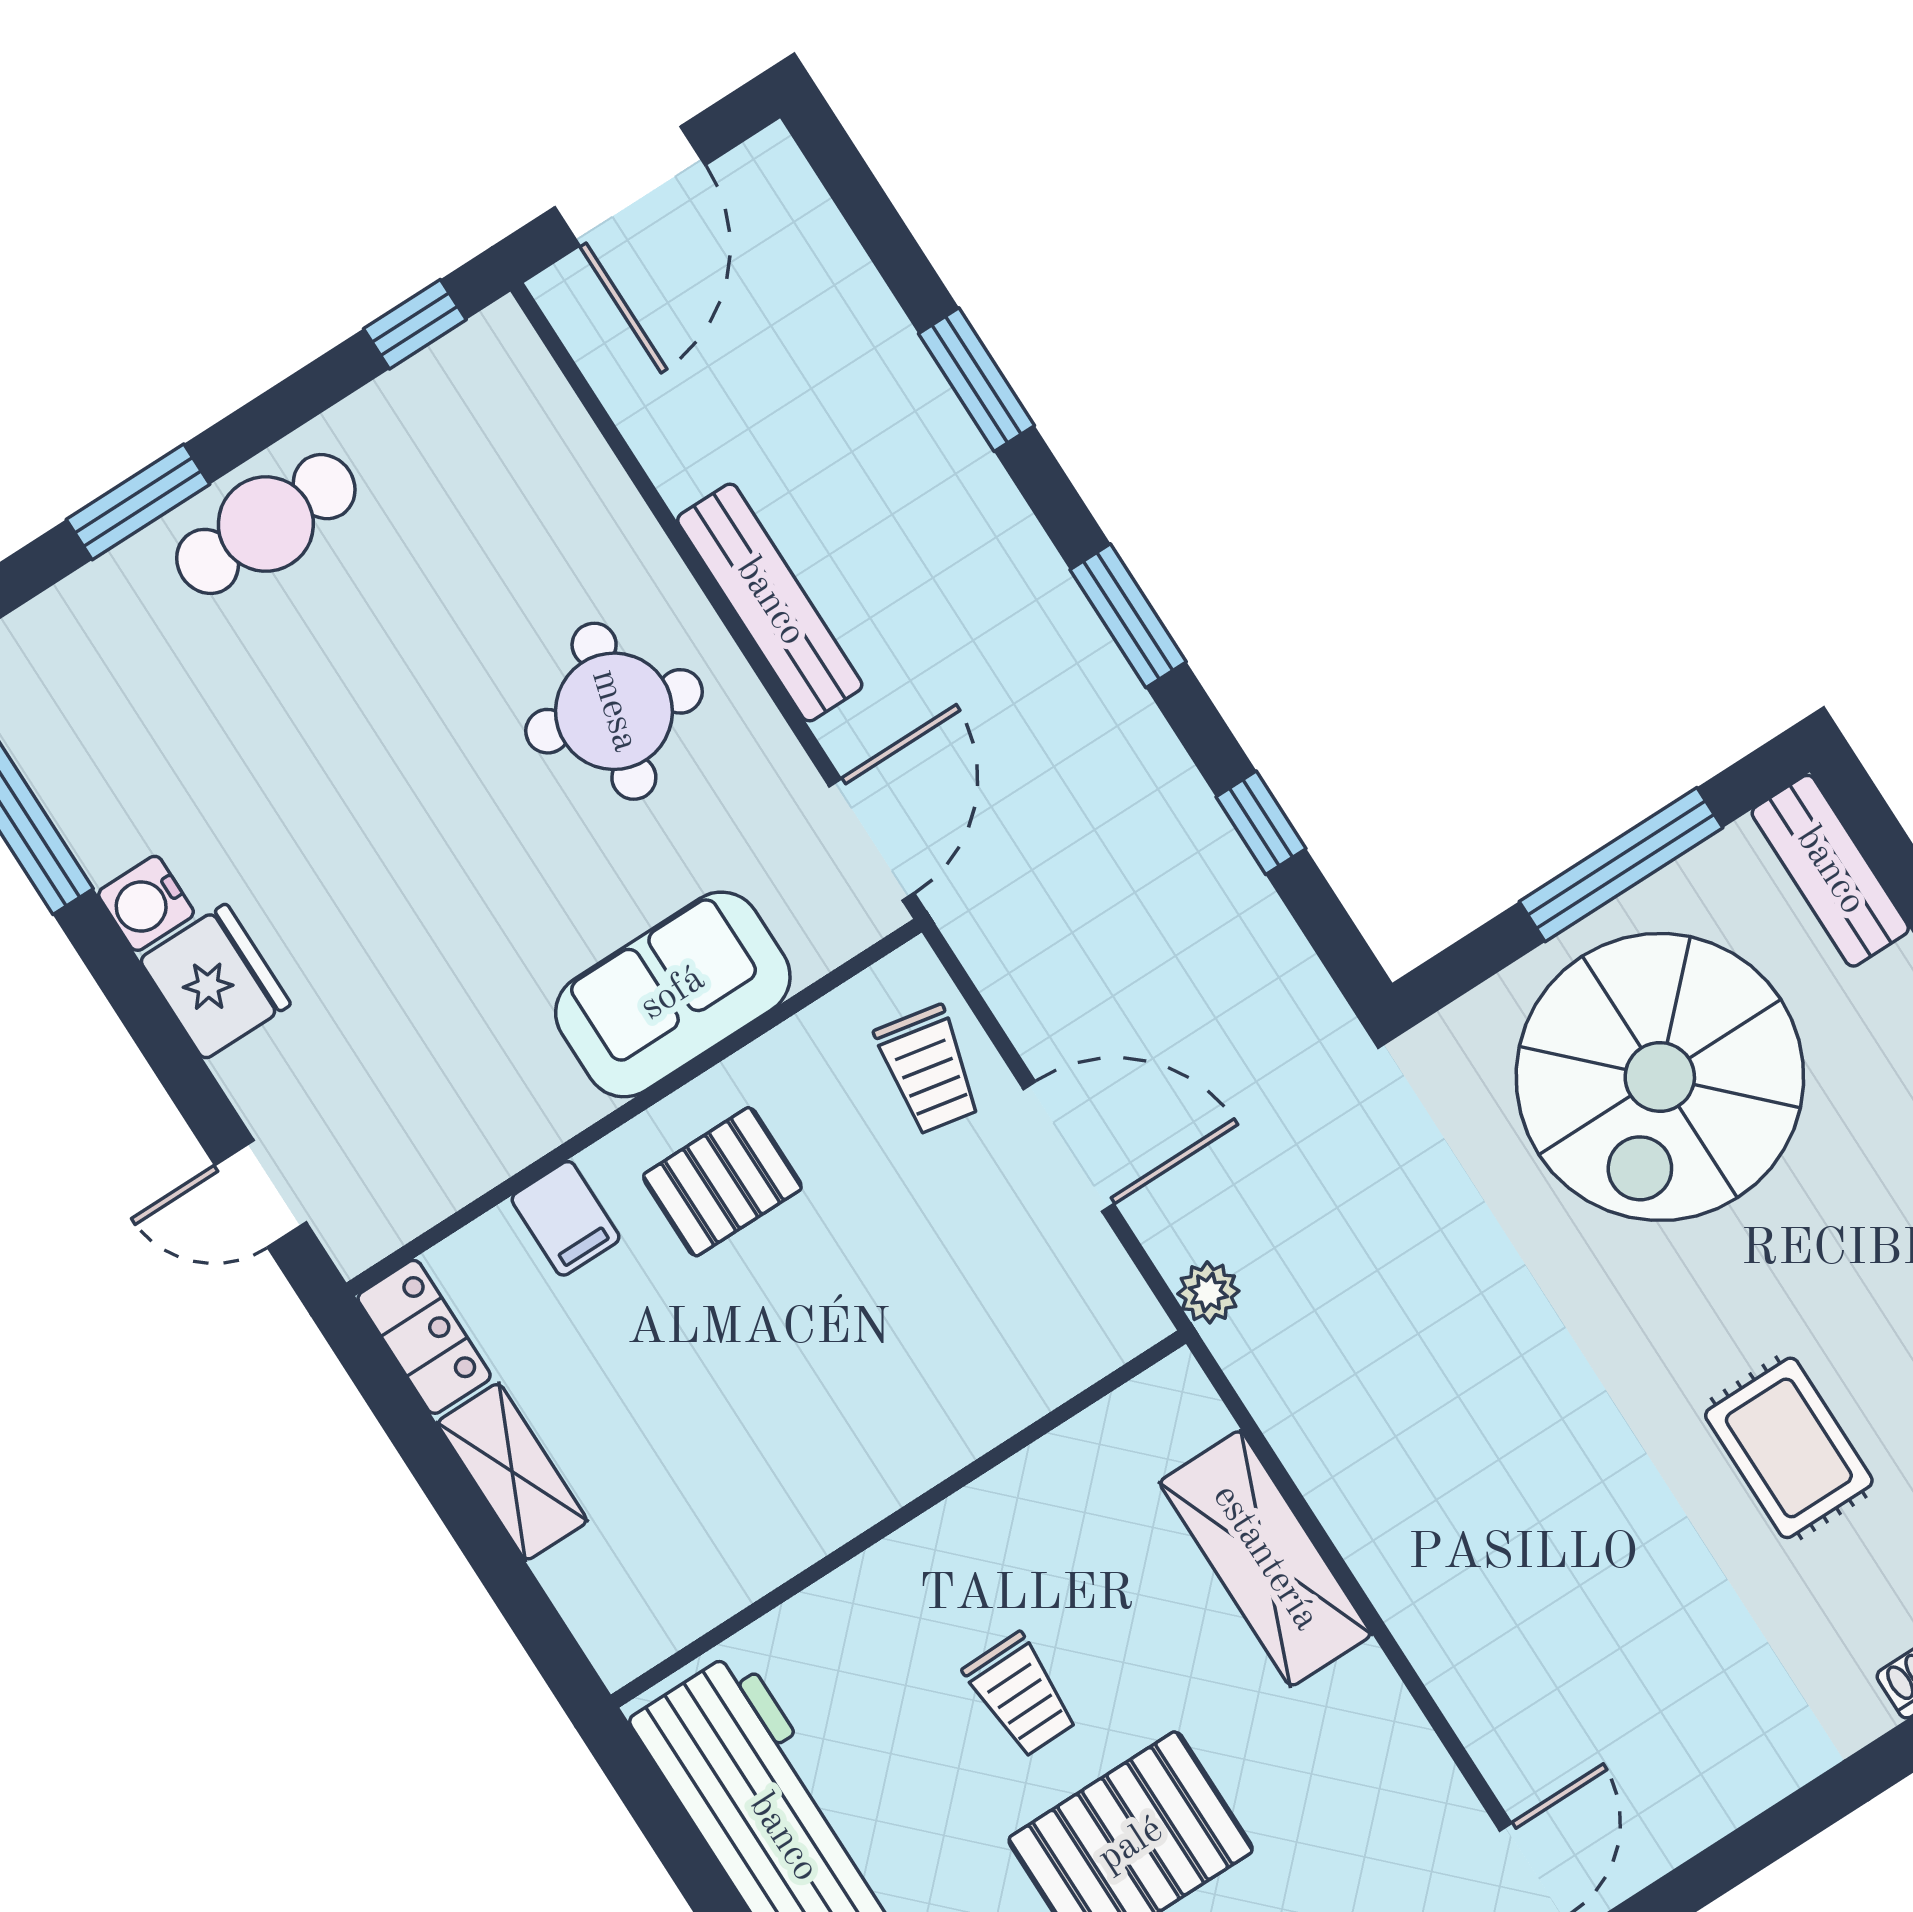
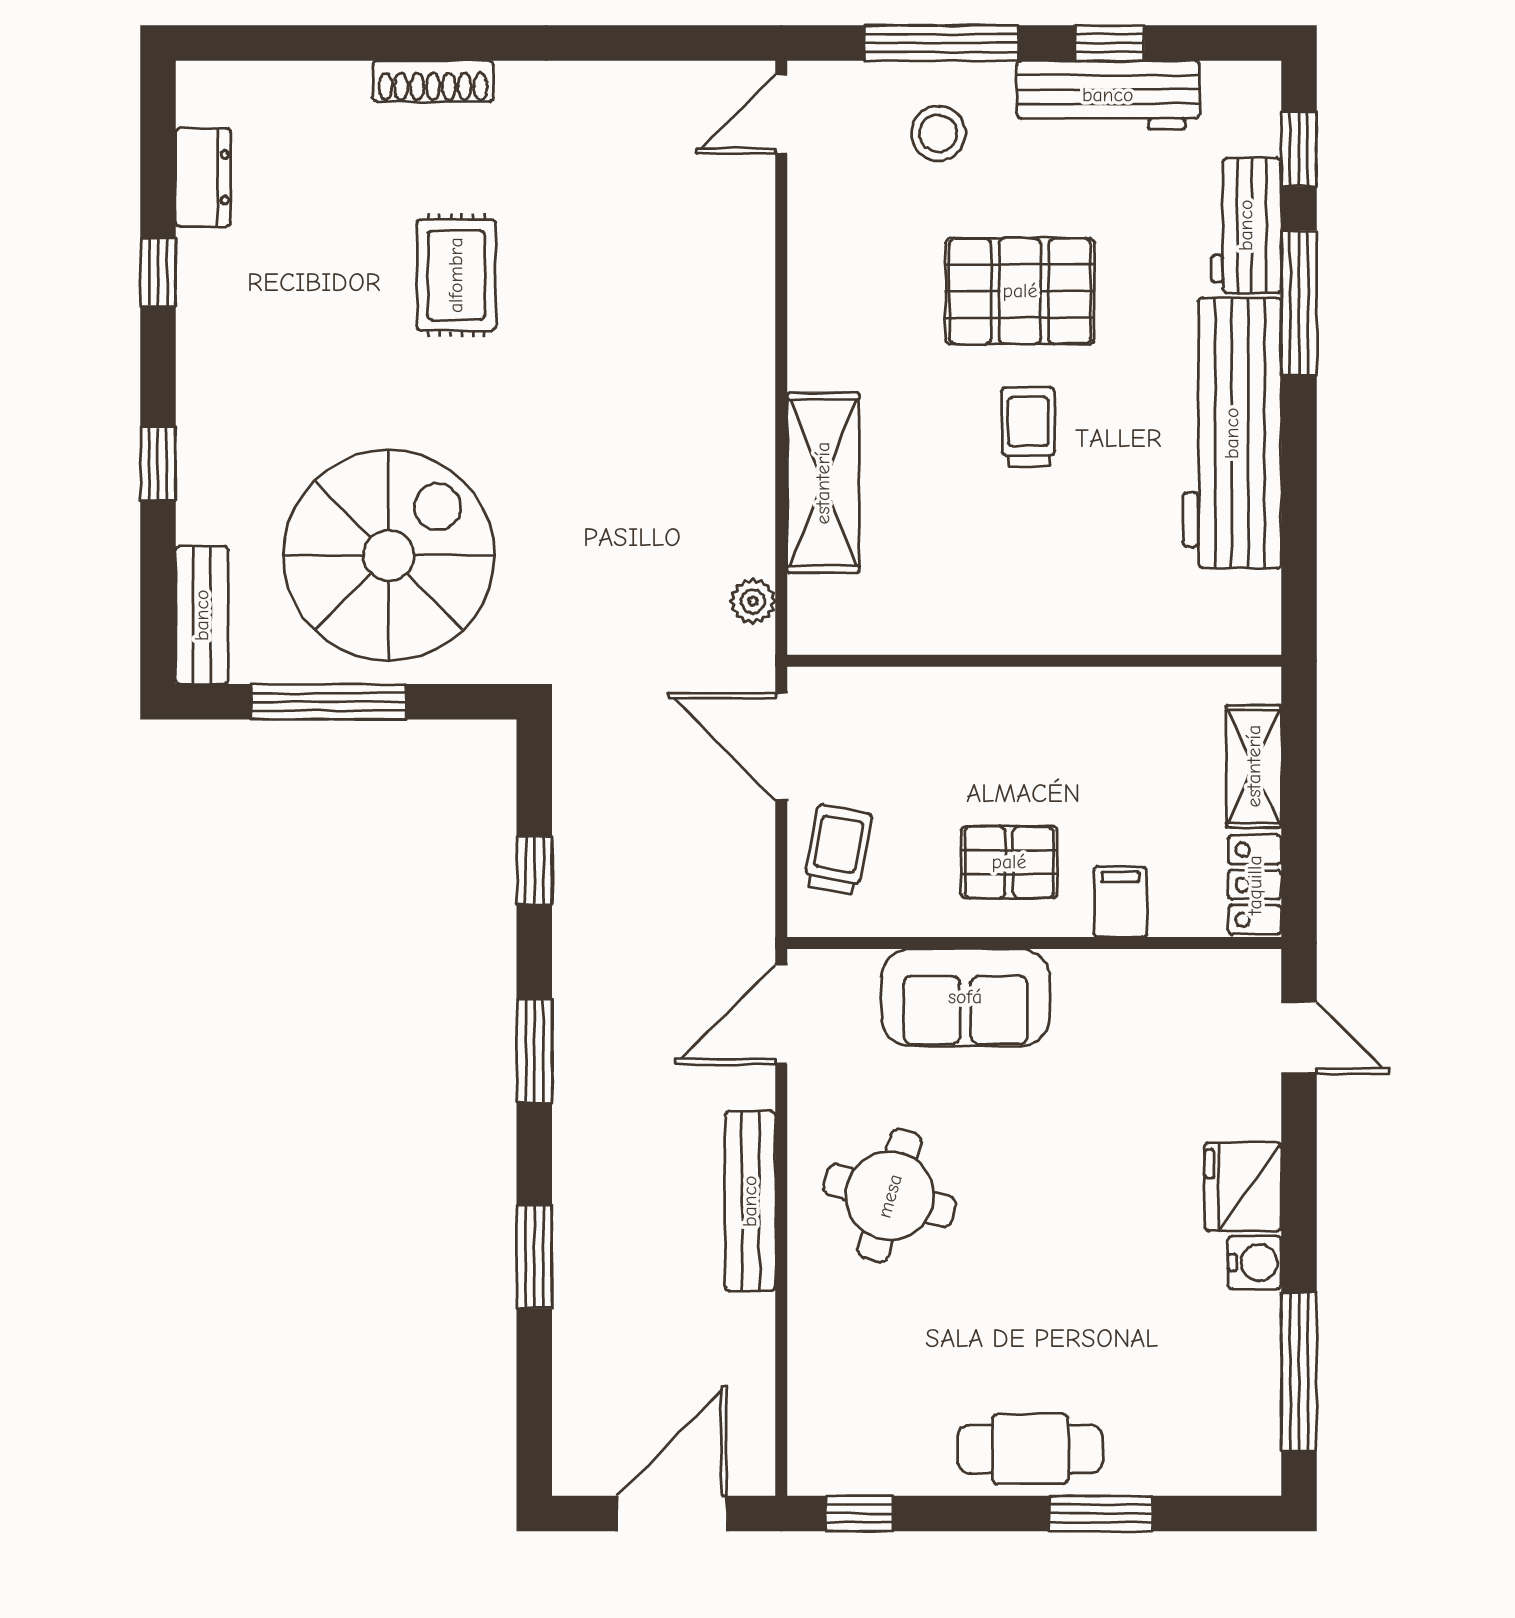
wall: (898, 1519) -> (1034, 661), moved
shelving: (1265, 1558) -> (823, 483), moved

